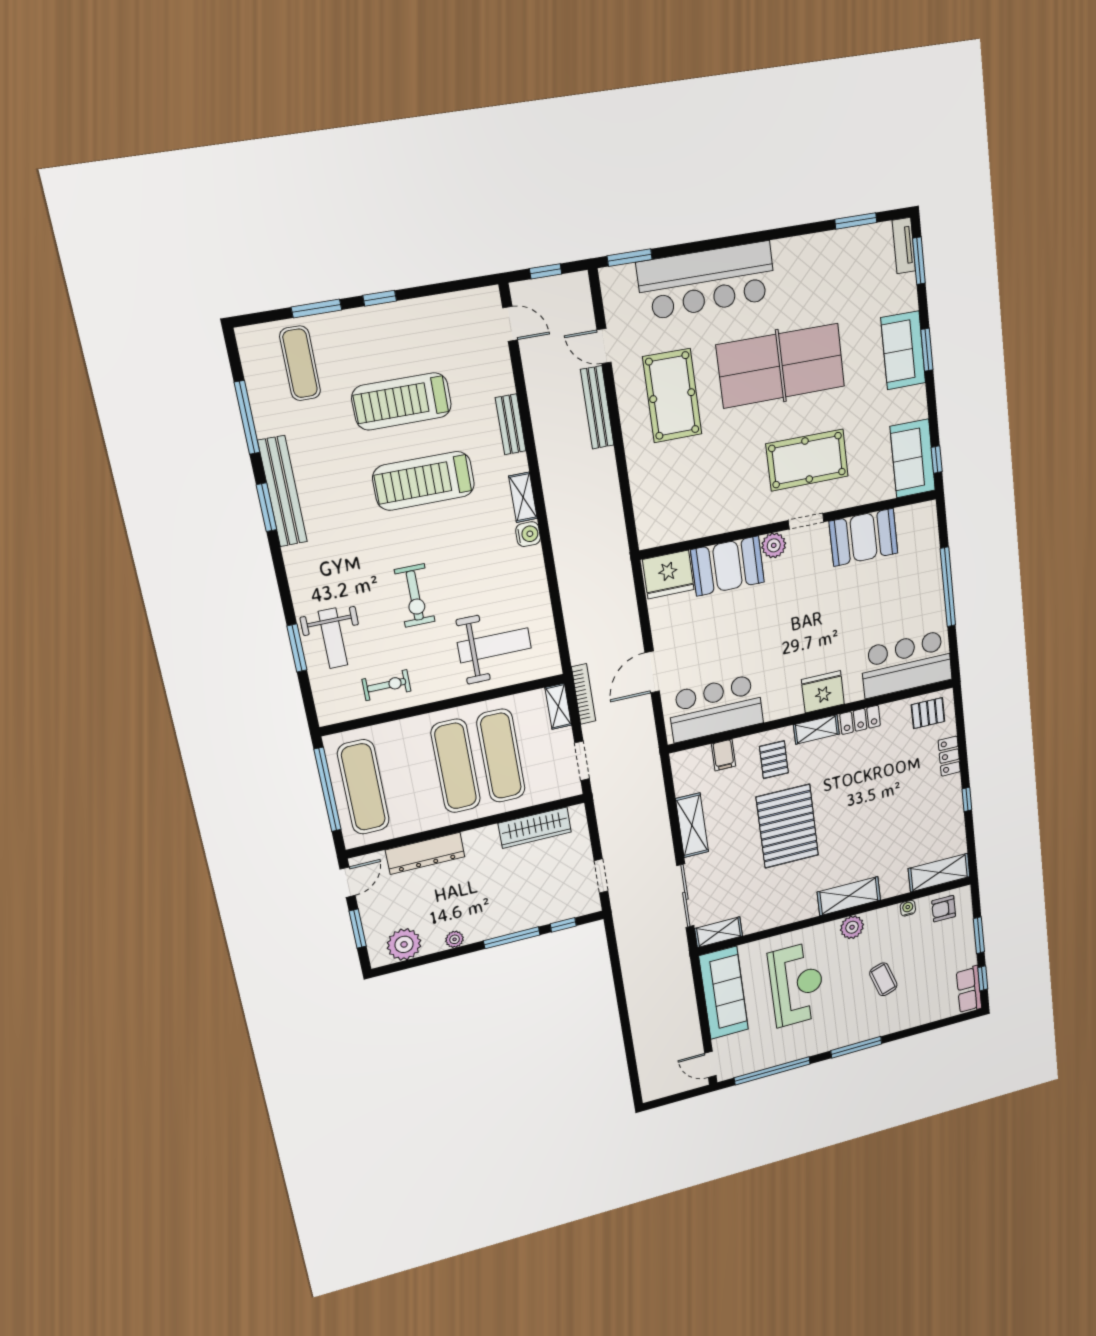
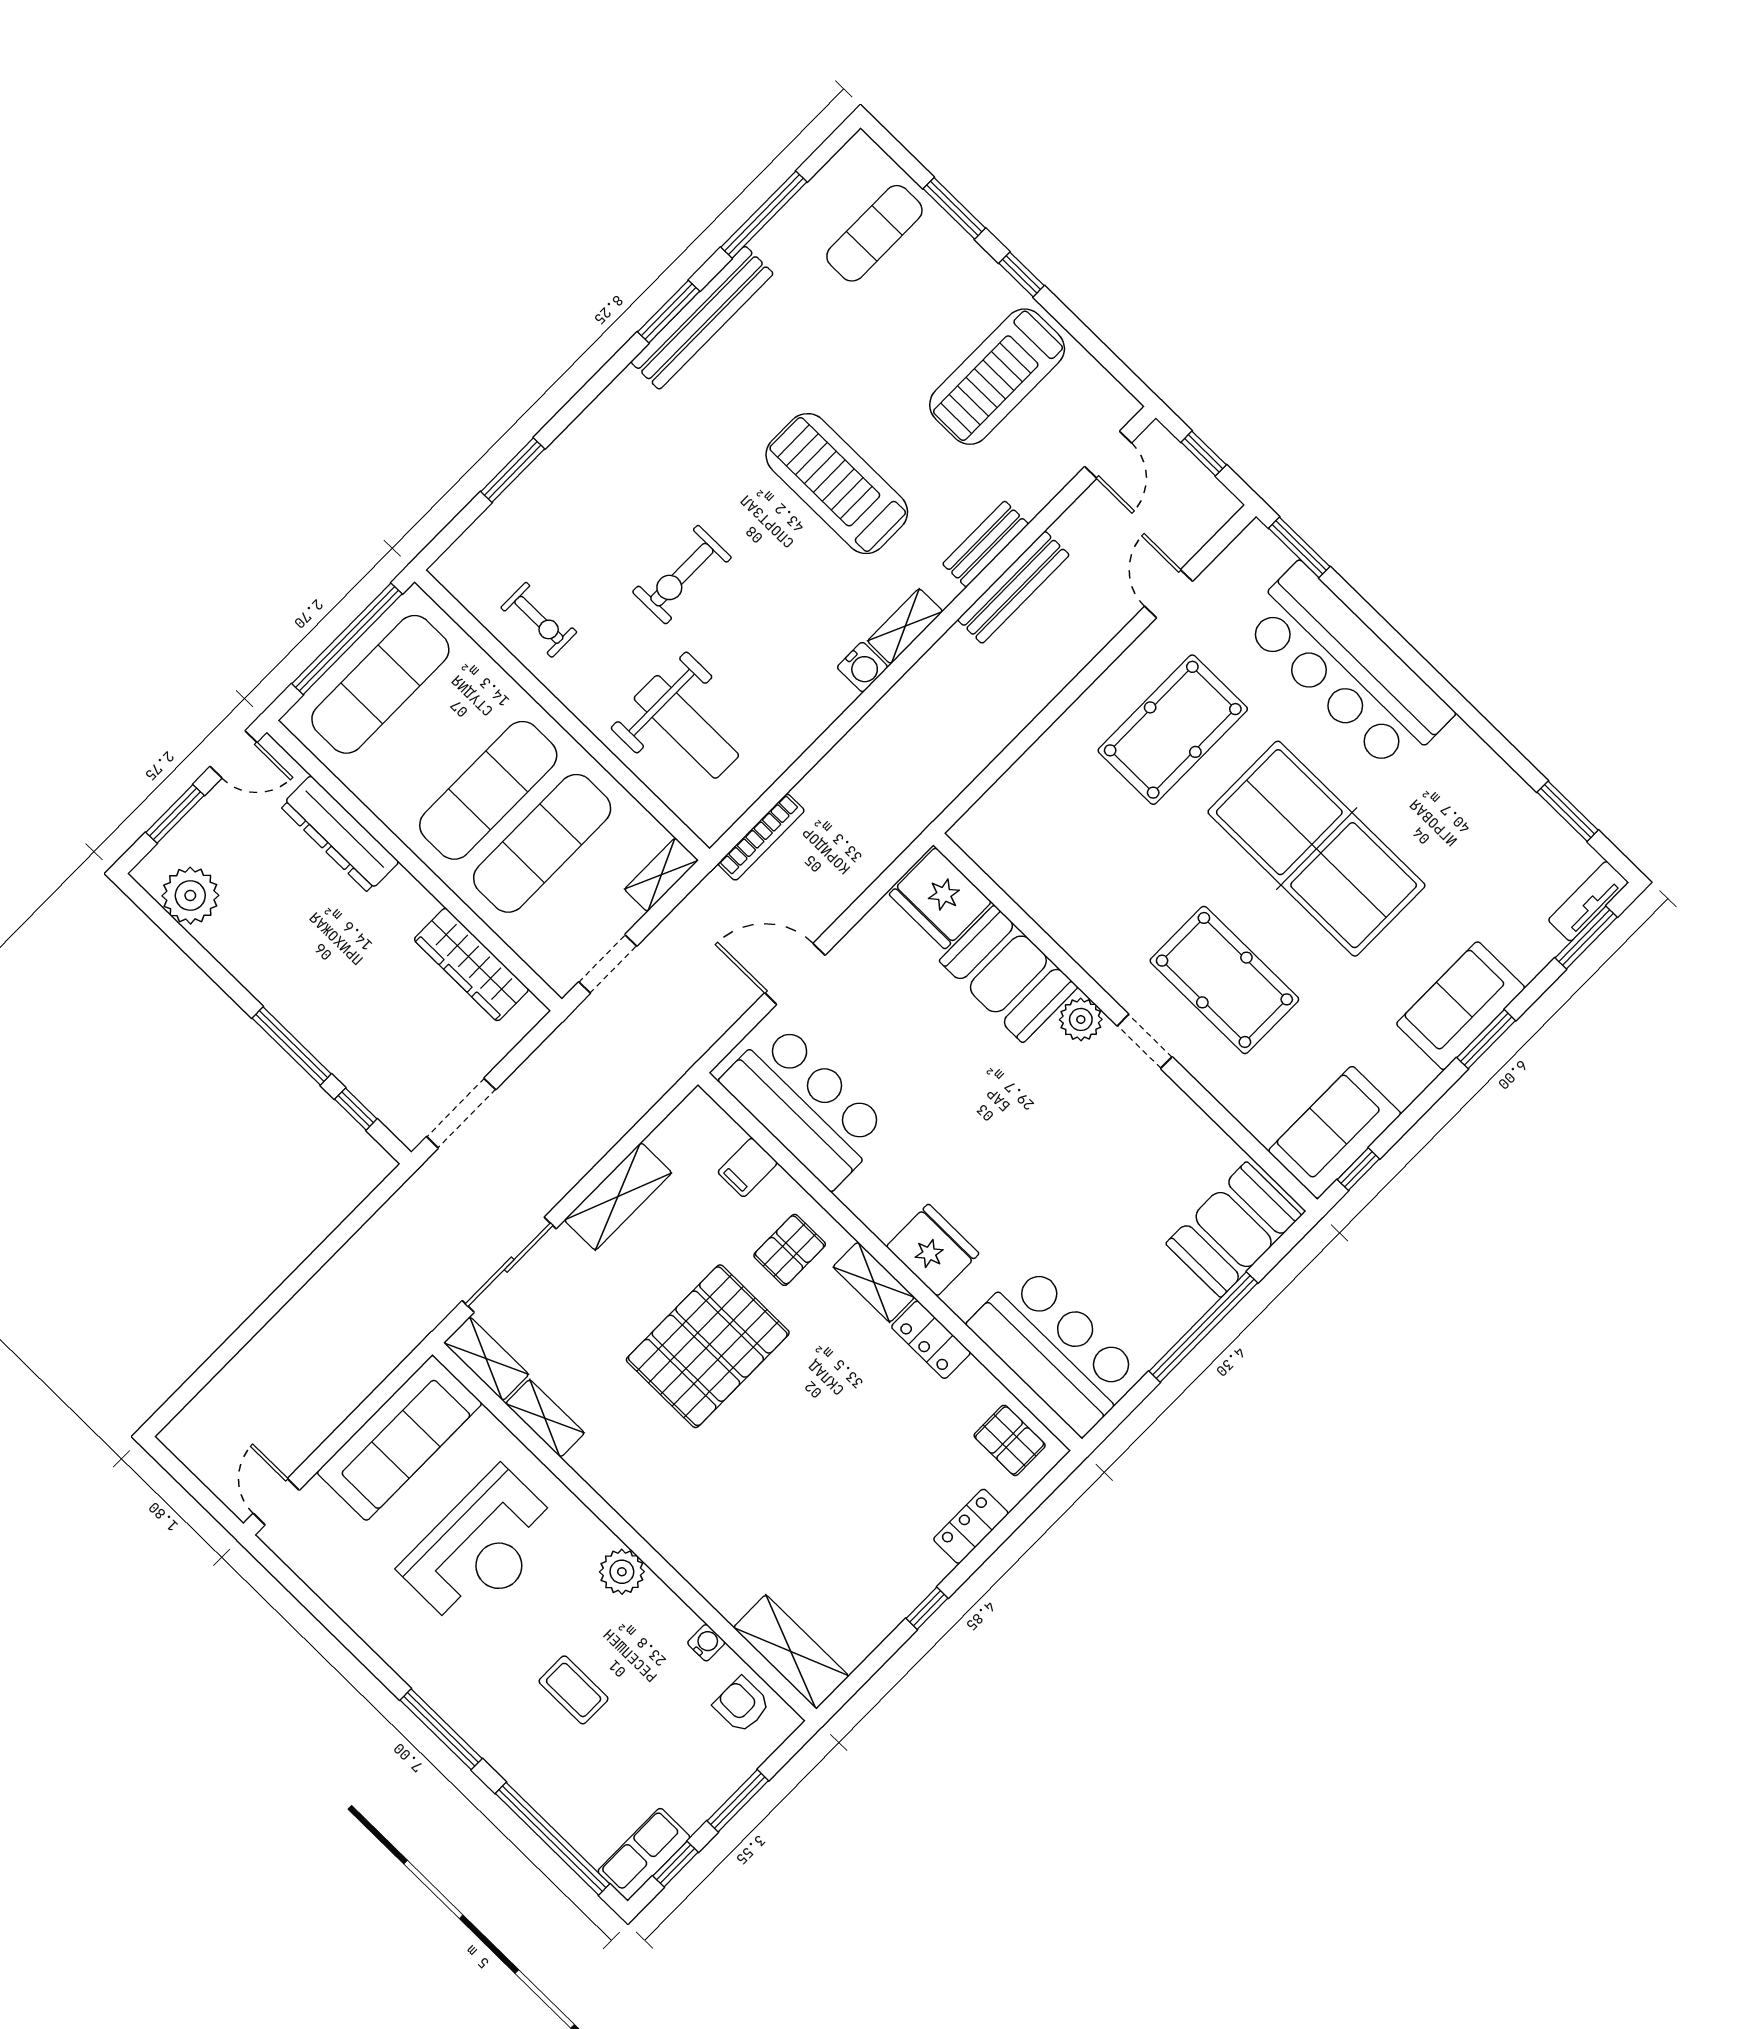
treadmill: (402, 401) -> (997, 377), moved, turned -90
bench: (597, 407) -> (1013, 587), moved
booth: (864, 537) -> (1234, 1229), moved, turned 90
weight bench: (333, 638) -> (556, 507), removed
bookcase: (584, 694) -> (761, 837), moved
doorway: (601, 876) -> (461, 1113), width x1.38
shelving: (849, 896) -> (545, 1418), moved, width x0.67, depth x0.75
plant: (455, 939) -> (240, 963), removed
coffee table: (883, 979) -> (574, 1690), turned -72
window: (772, 1071) -> (552, 1839), moved

